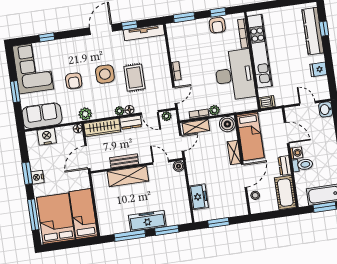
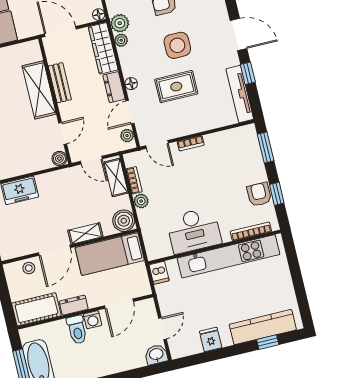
armchair: (217, 25) -> (259, 194), turned 90
desk: (235, 75) -> (194, 230), width x0.73, depth x0.77
plant: (119, 111) -> (121, 40), moved
door: (244, 176) -> (54, 250), hinge flipped

